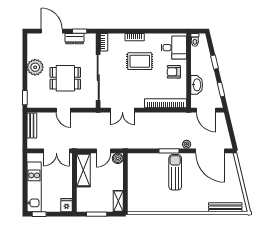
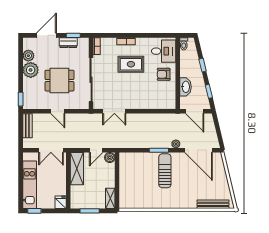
door: (52, 31) -> (46, 35), hinge flipped
plant: (33, 52) -> (28, 56), added
bookcase: (165, 103) -> (156, 105), removed

